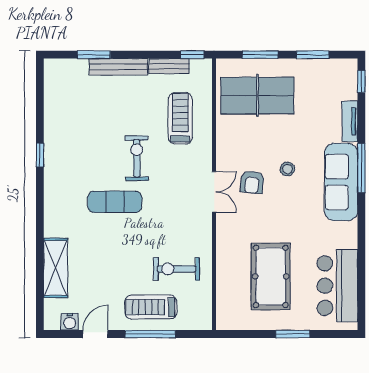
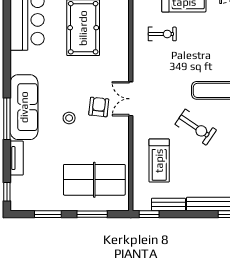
exercise bike: (137, 158) -> (196, 127), turned -55
exercise bike: (177, 269) -> (162, 34), width x0.73, depth x0.72

